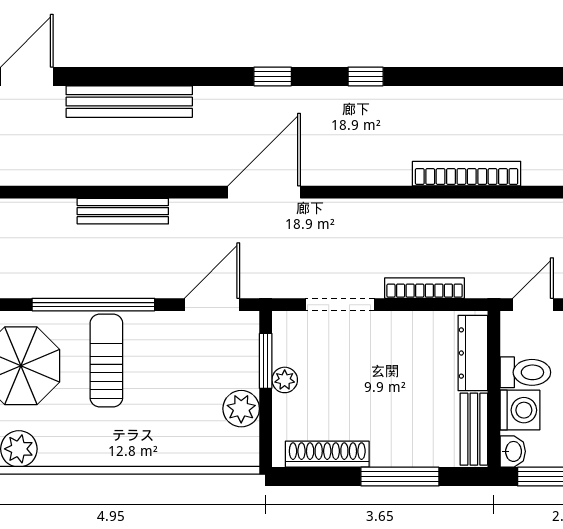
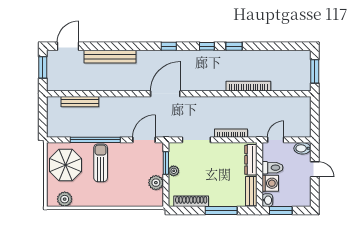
window: (432, 76) -> (234, 46), added
bench: (123, 211) -> (80, 102), moved

